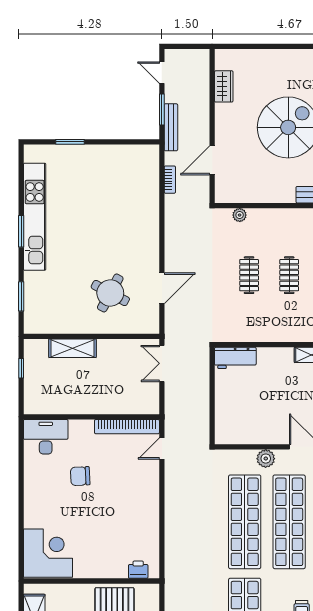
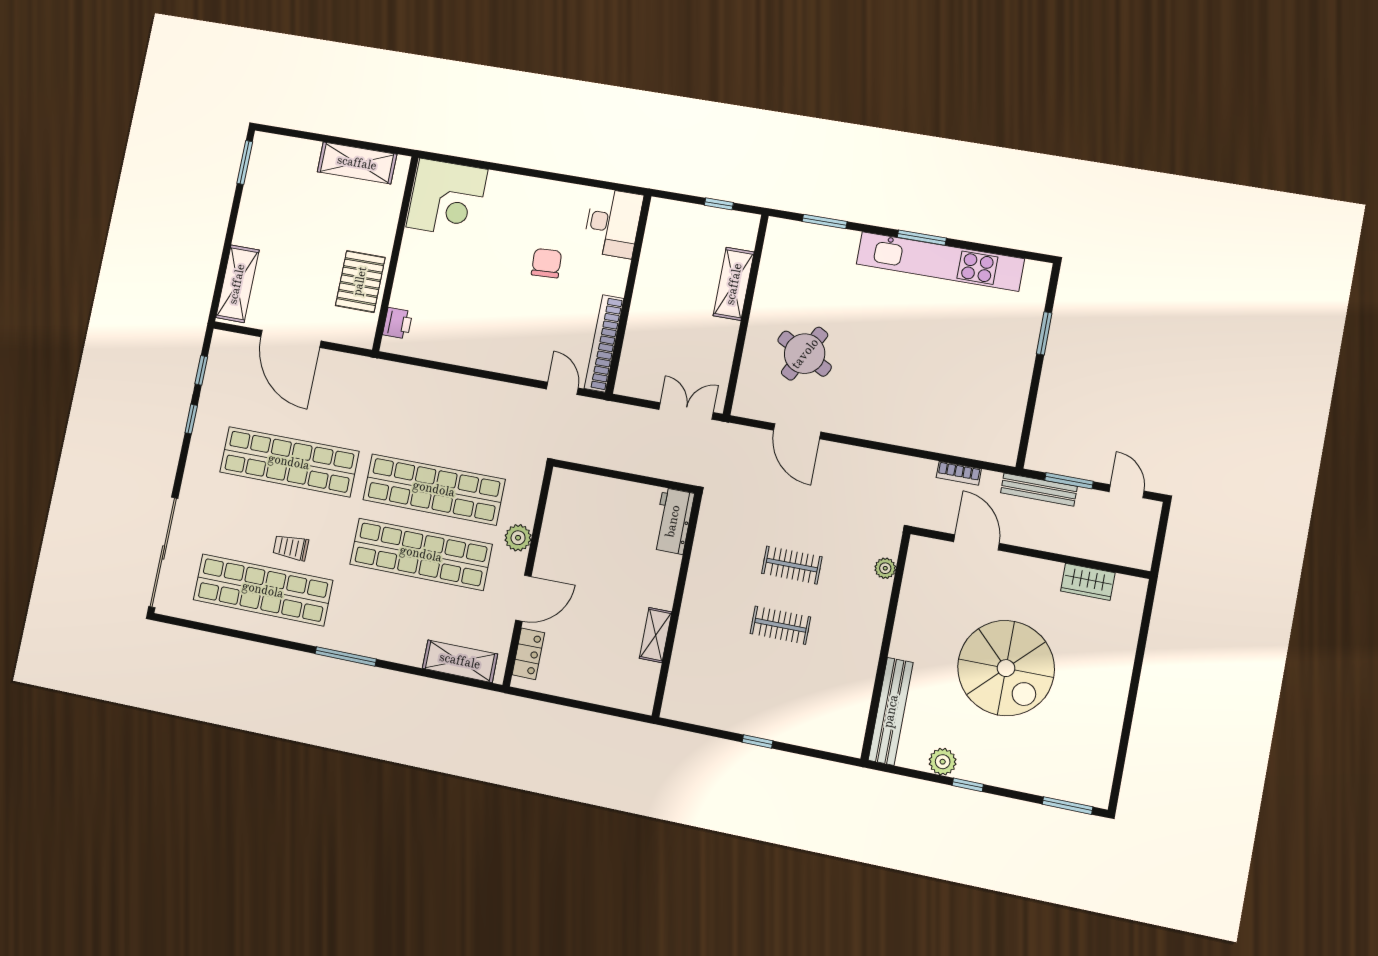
door: (162, 73) -> (1127, 491), hinge flipped

